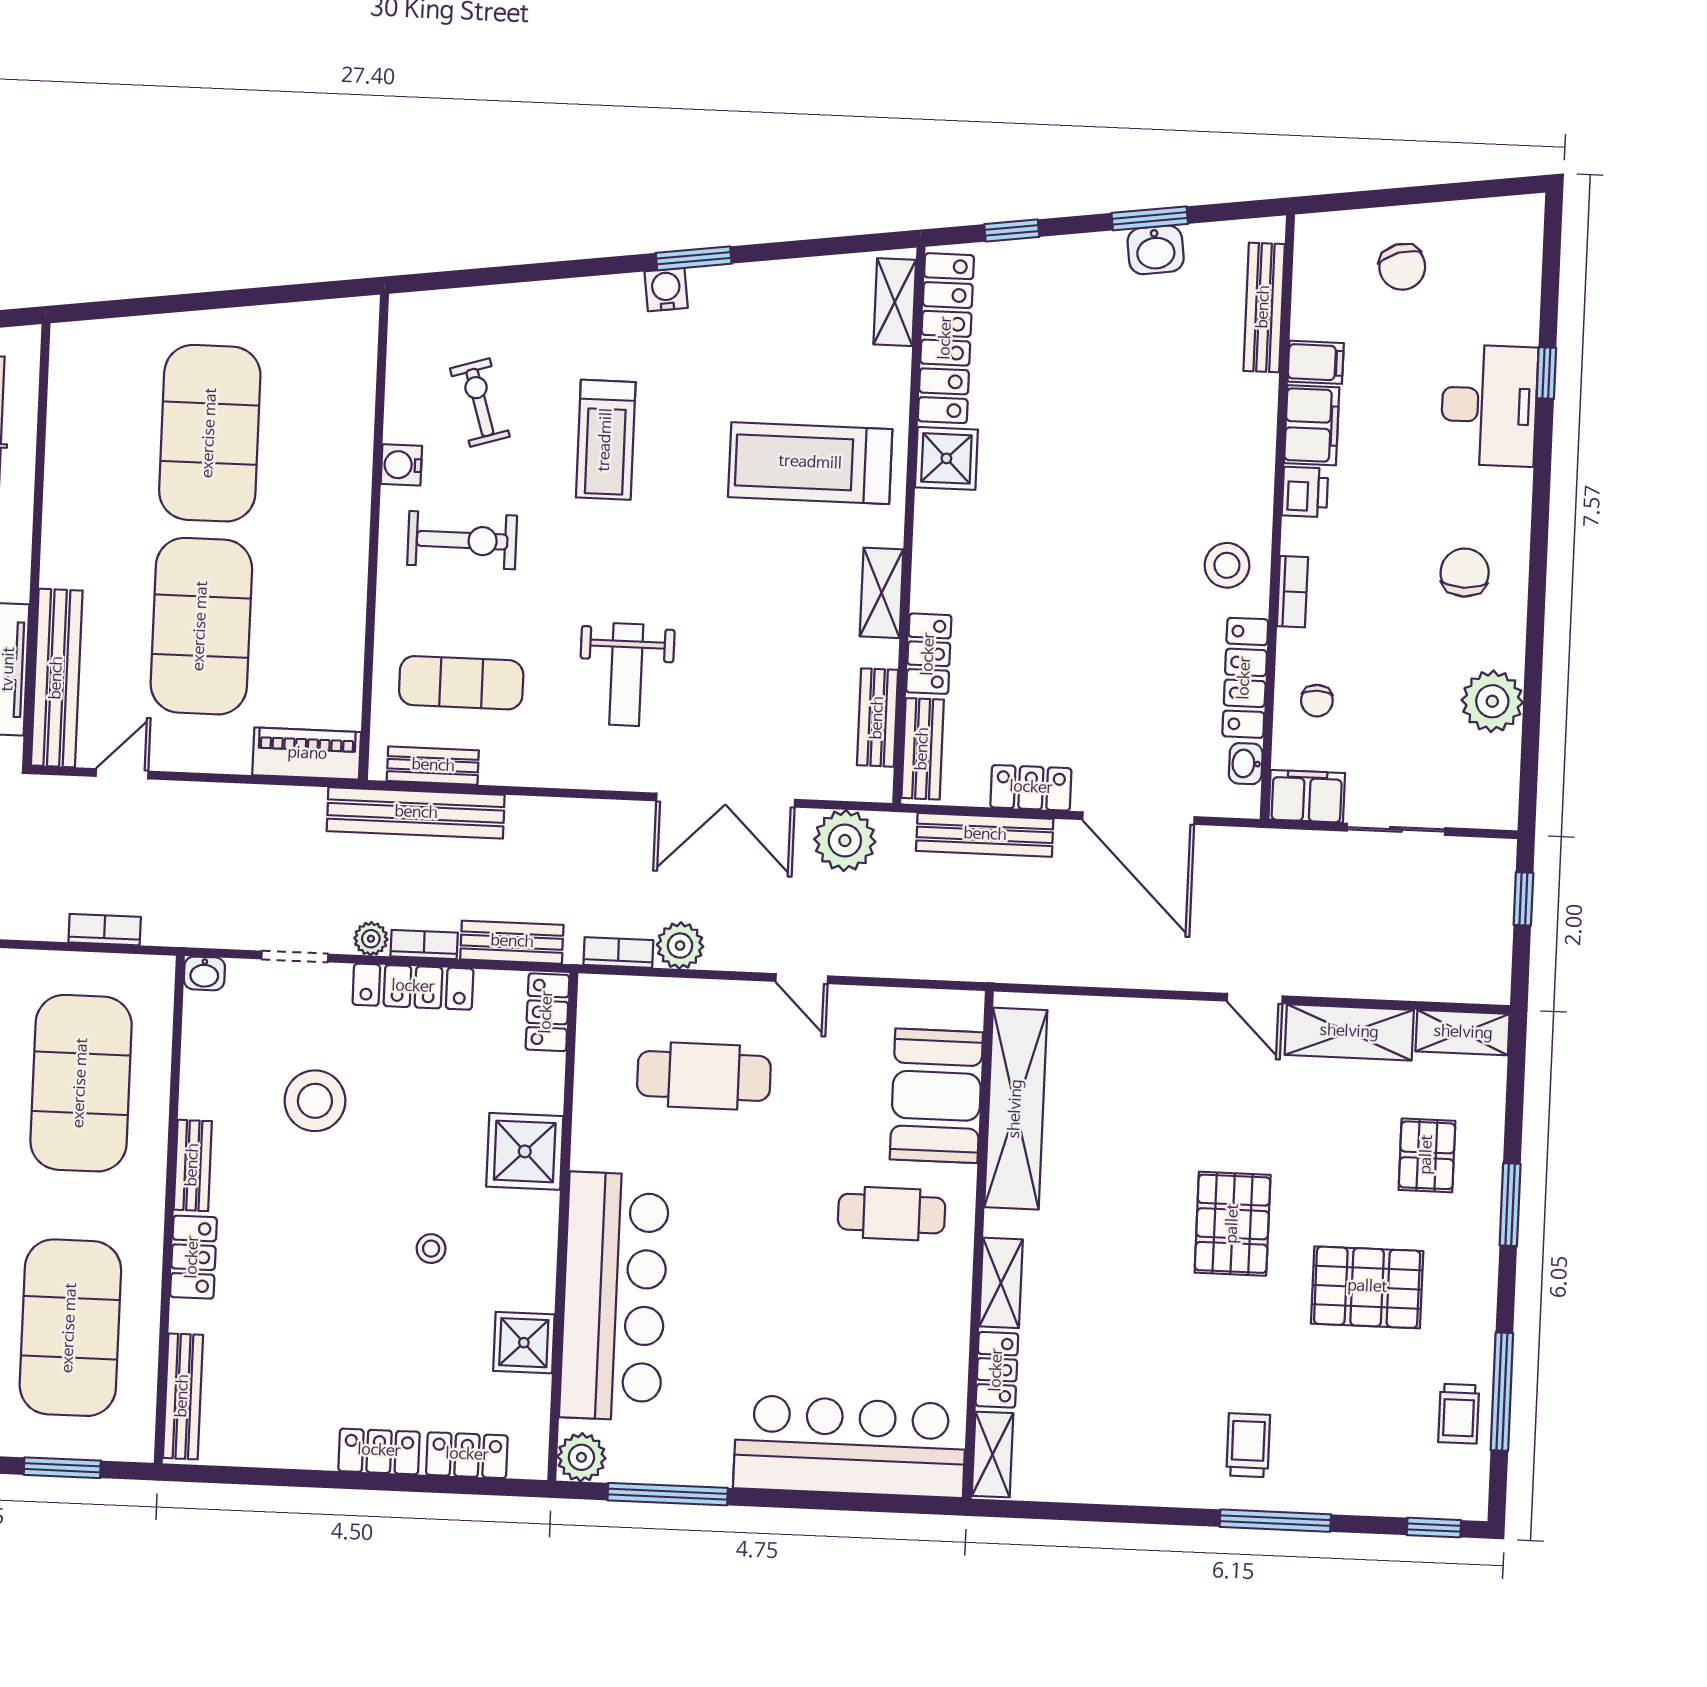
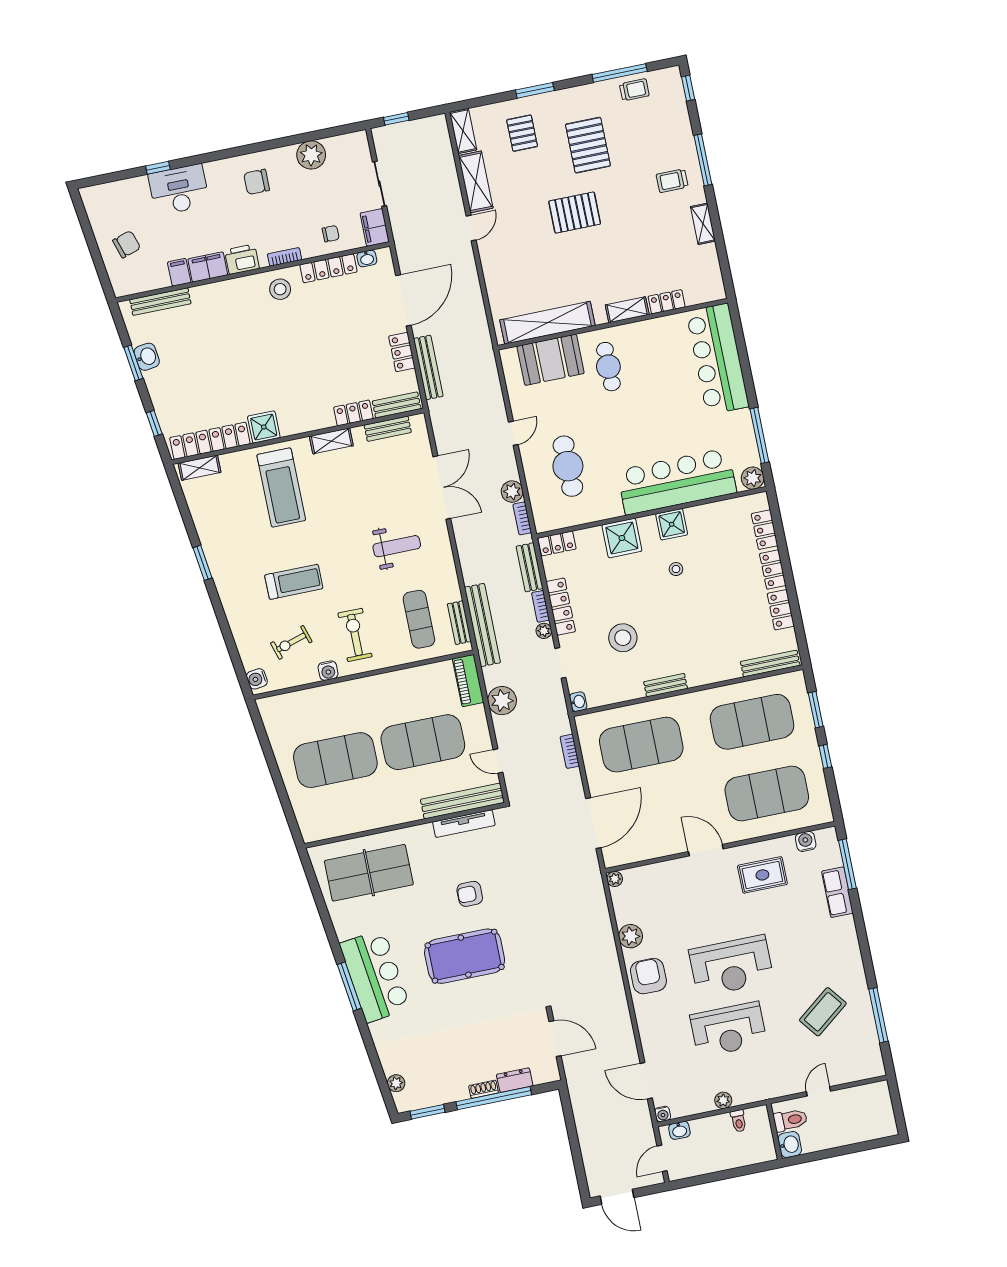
water cooler: (666, 290) -> (257, 679), moved
printer: (1305, 492) -> (242, 259), width x1.36, depth x1.24
plant: (845, 840) -> (502, 701), moved
pallet: (1427, 1155) -> (522, 133), turned 90
locker: (193, 1257) -> (781, 610), moved, turned -90
shower: (524, 1343) -> (672, 524), moved
shelving: (992, 1455) -> (703, 224), moved, turned 90

